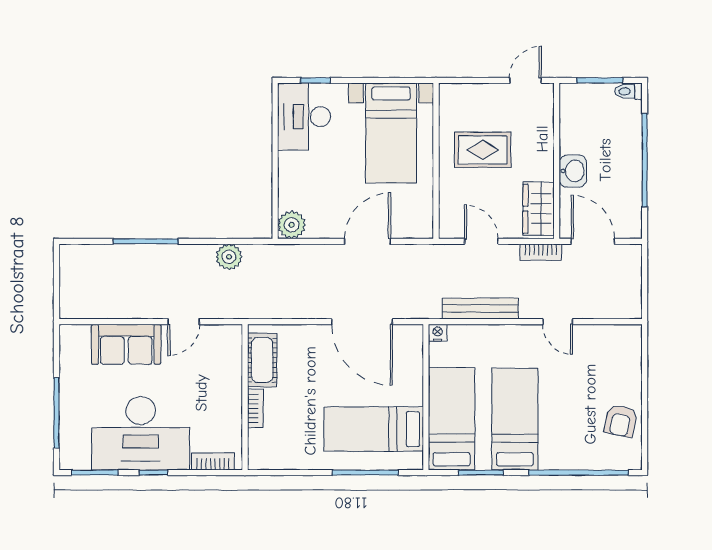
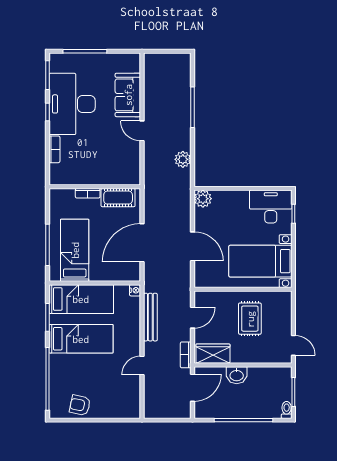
cot: (262, 360) -> (118, 198), moved
wall: (245, 397) -> (95, 187), moved
bookcase: (255, 408) -> (88, 193), moved

